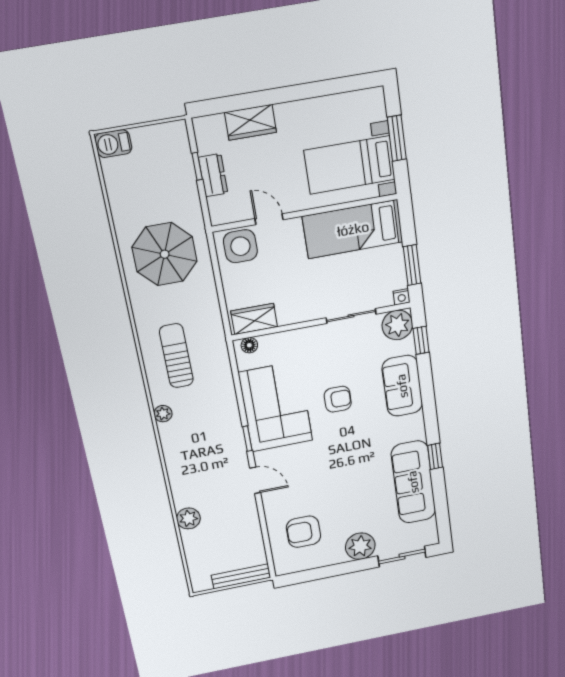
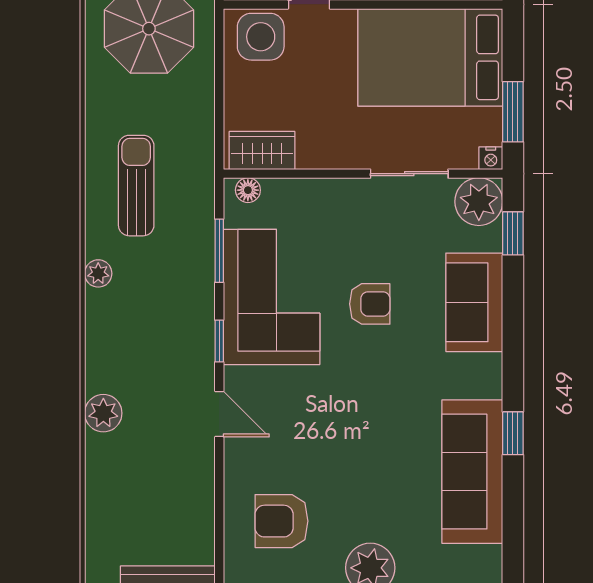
bed: (353, 229) -> (430, 57), width x1.50
window: (238, 385) -> (219, 251), added
plant: (188, 518) -> (103, 413), moved

